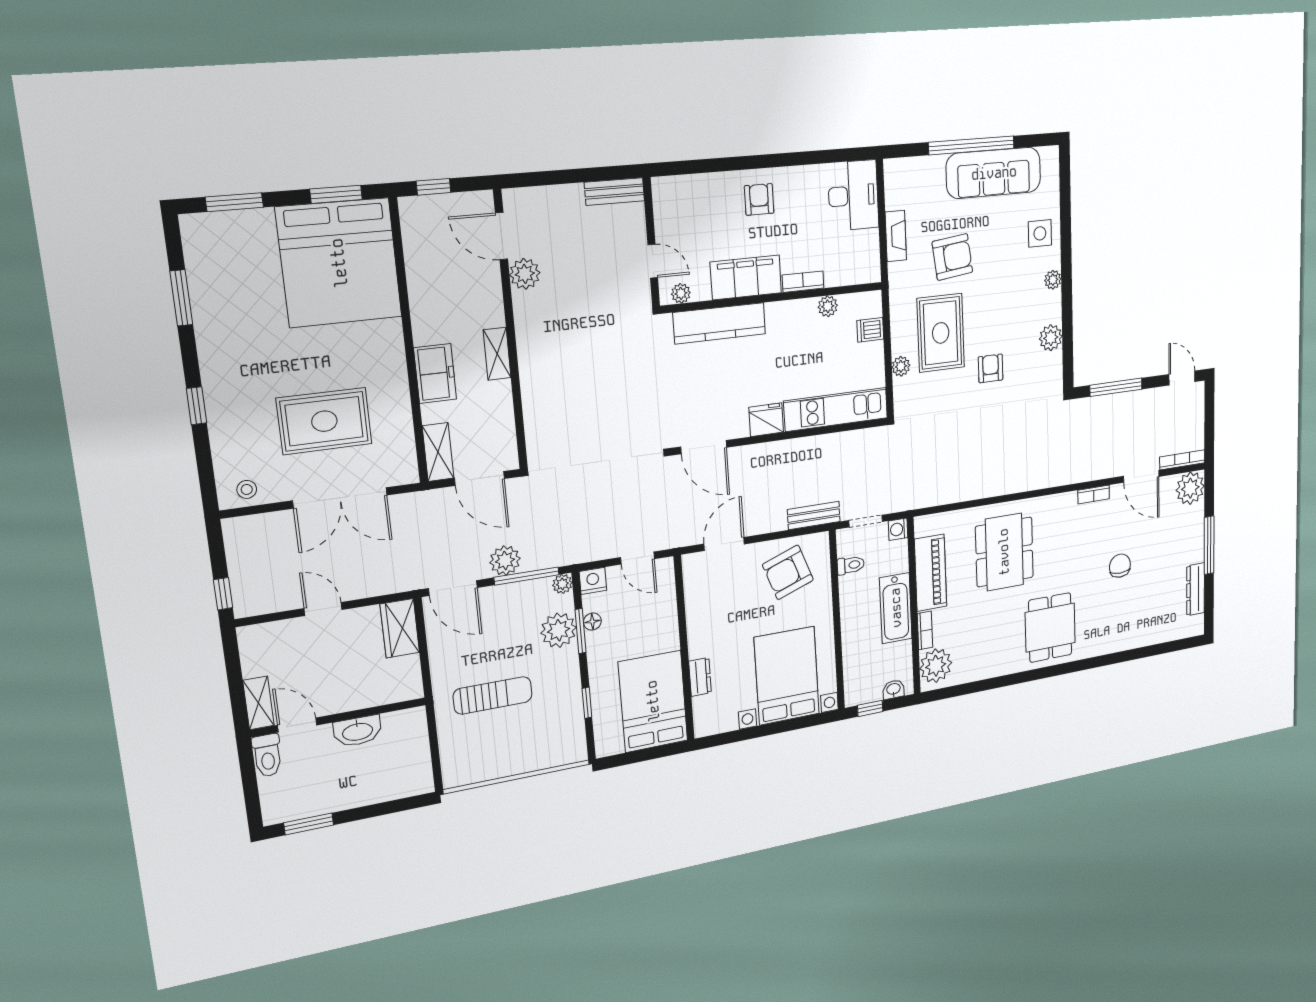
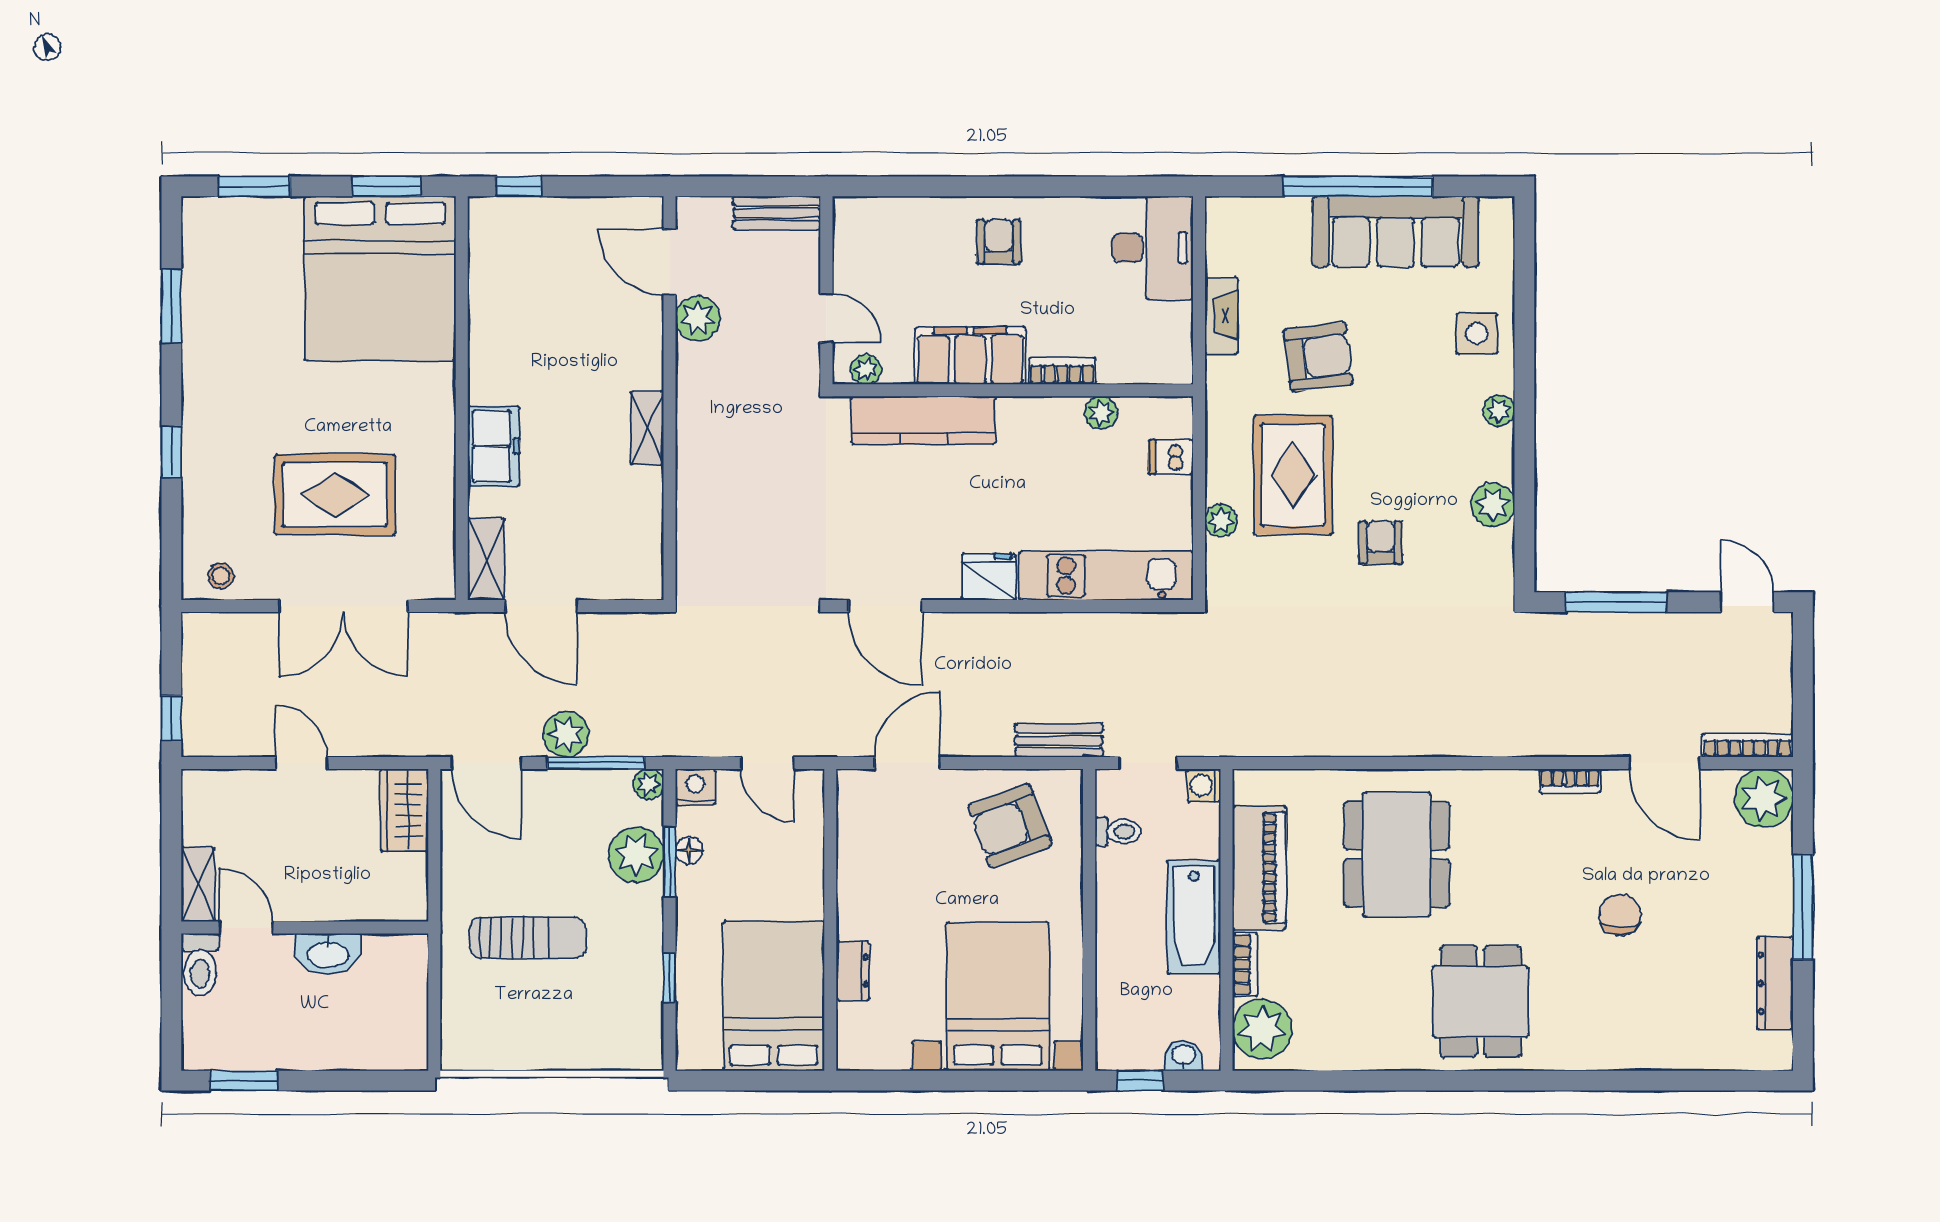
door: (501, 236) -> (669, 262), moved
plant: (525, 274) -> (698, 318), moved
wall: (511, 331) -> (669, 398), moved
shelving: (497, 354) -> (647, 428), moved

